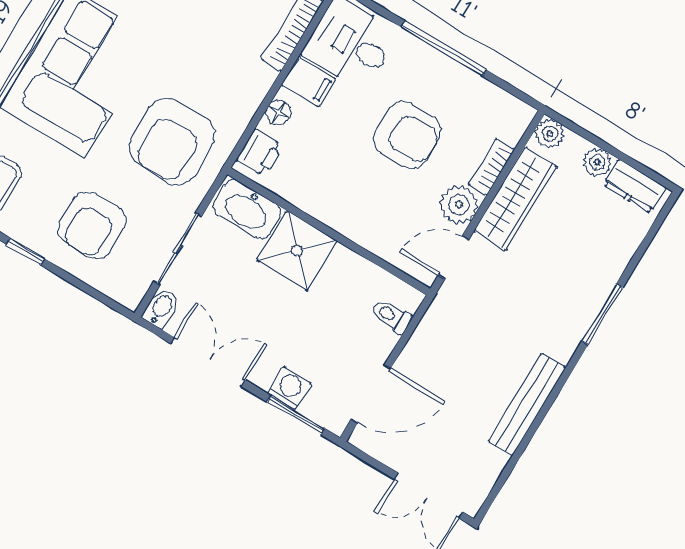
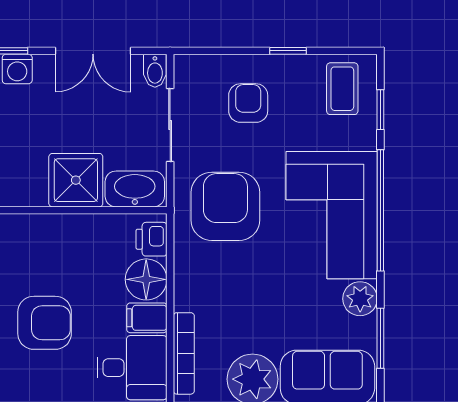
floor lamp: (278, 112) -> (146, 279), width x1.89, depth x1.89
armchair: (407, 135) -> (45, 323), turned 180
armchair: (92, 225) -> (248, 103), width x0.72, depth x0.72

